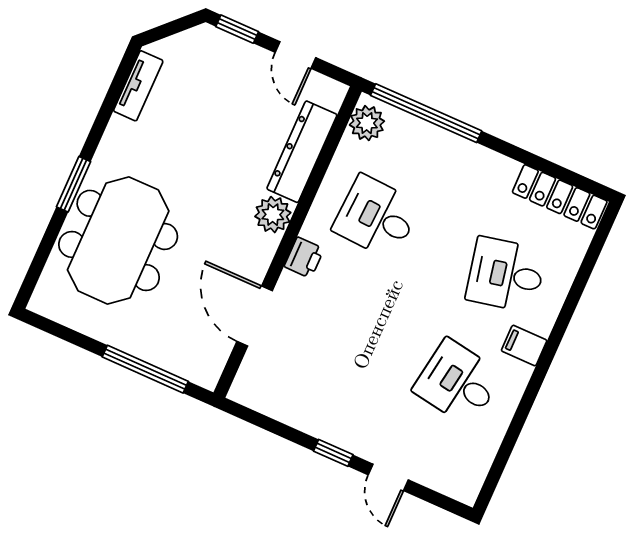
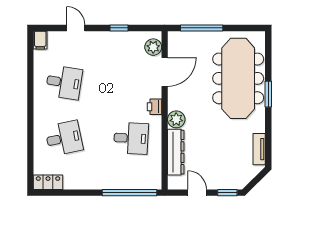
plant: (367, 123) -> (153, 47), moved
locker: (560, 197) -> (48, 182), width x0.66
meeting table: (118, 240) -> (238, 78), width x1.36
door: (255, 316) -> (165, 72), hinge flipped
filing cabinet: (524, 346) -> (40, 40), moved, turned 90
window: (333, 453) -> (119, 28), moved

